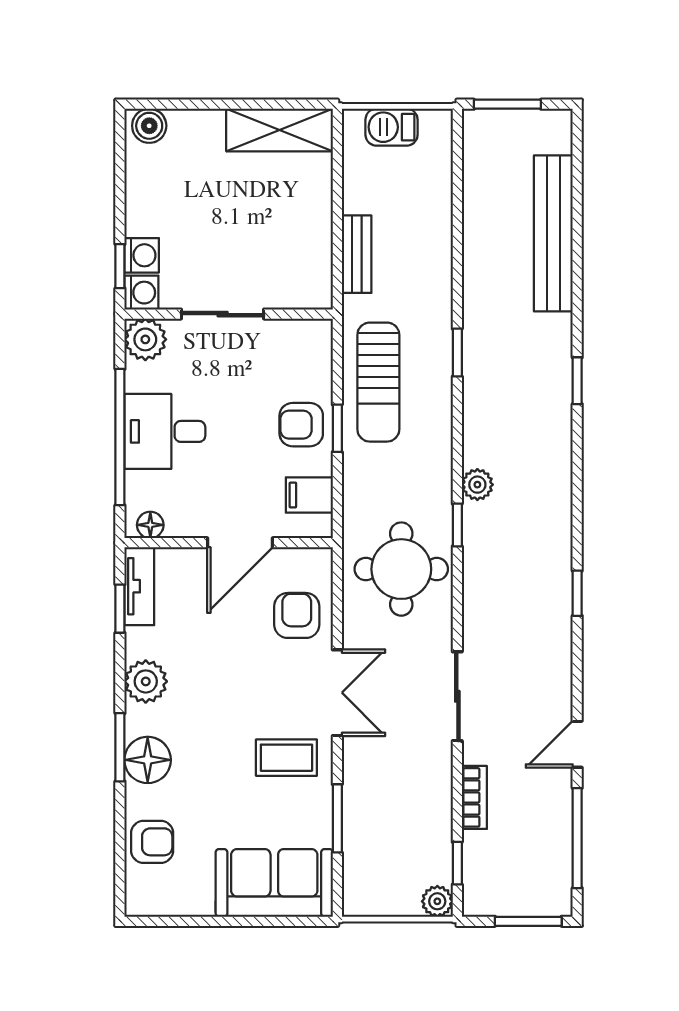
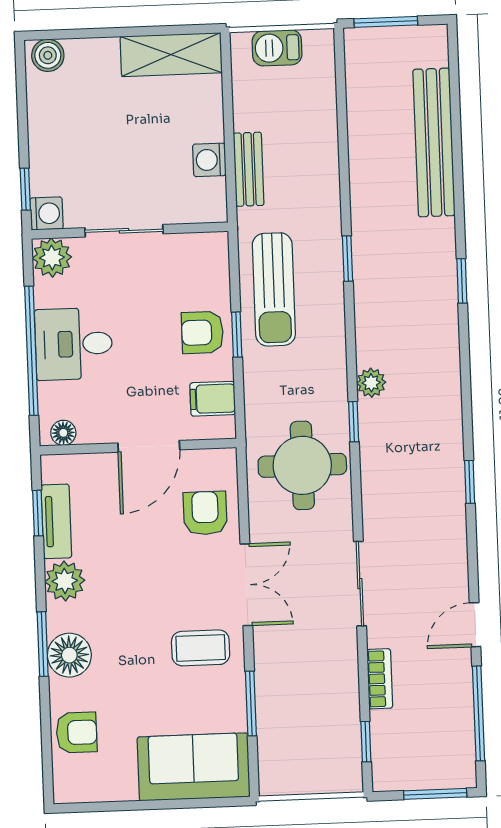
washing machine: (142, 255) -> (209, 160), moved, turned 180
tv unit: (139, 586) -> (56, 521), moved
plant: (437, 901) -> (348, 778), removed

